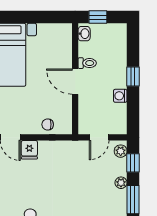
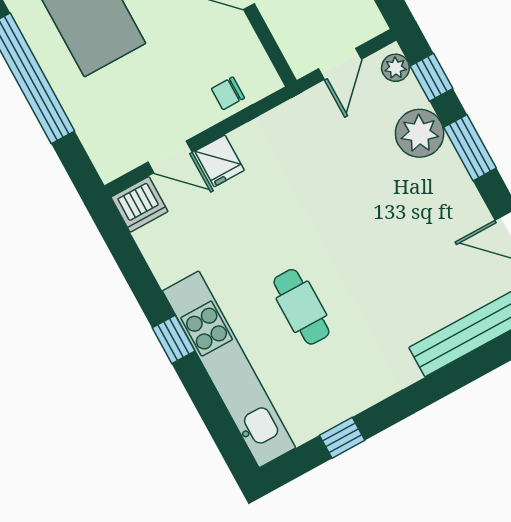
plant: (121, 183) -> (420, 133), width x1.87, depth x1.87

